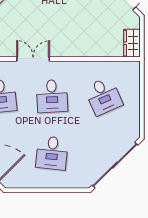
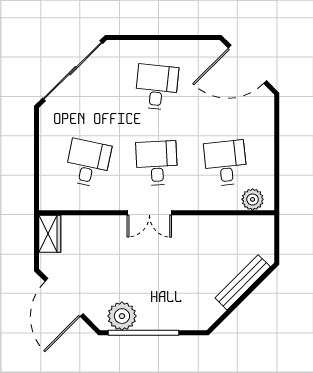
double door: (33, 59) -> (149, 213), moved
desk: (103, 96) -> (88, 163), turned 36

